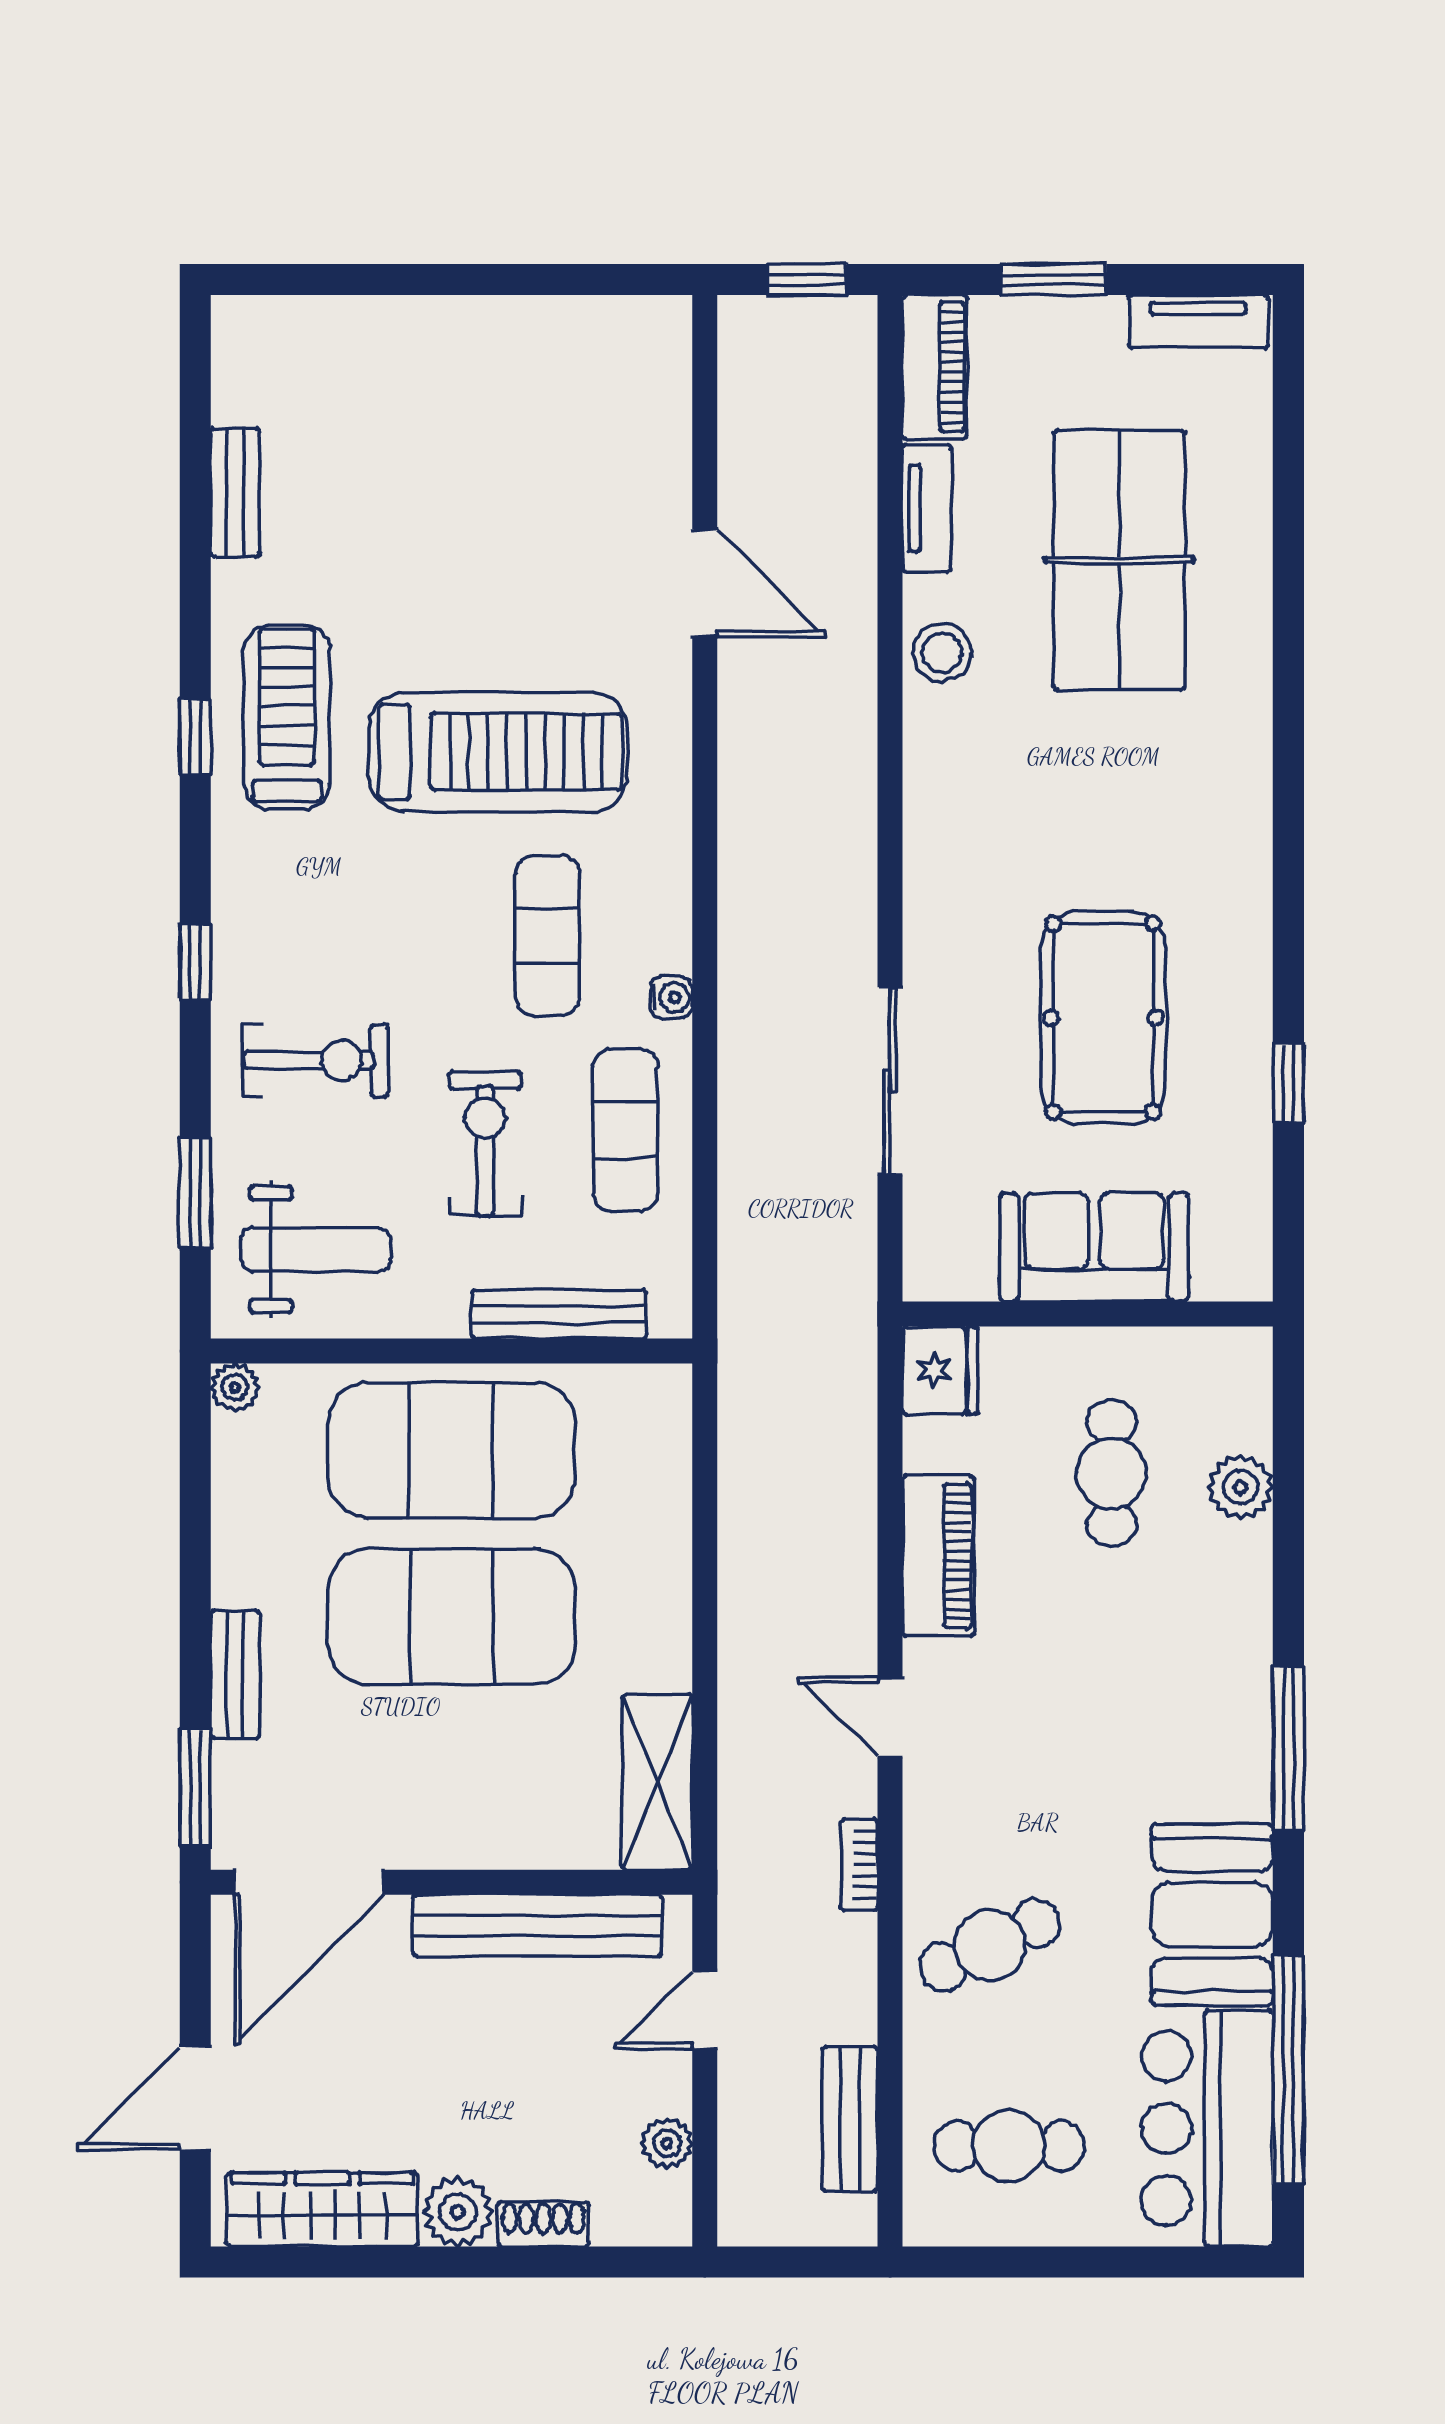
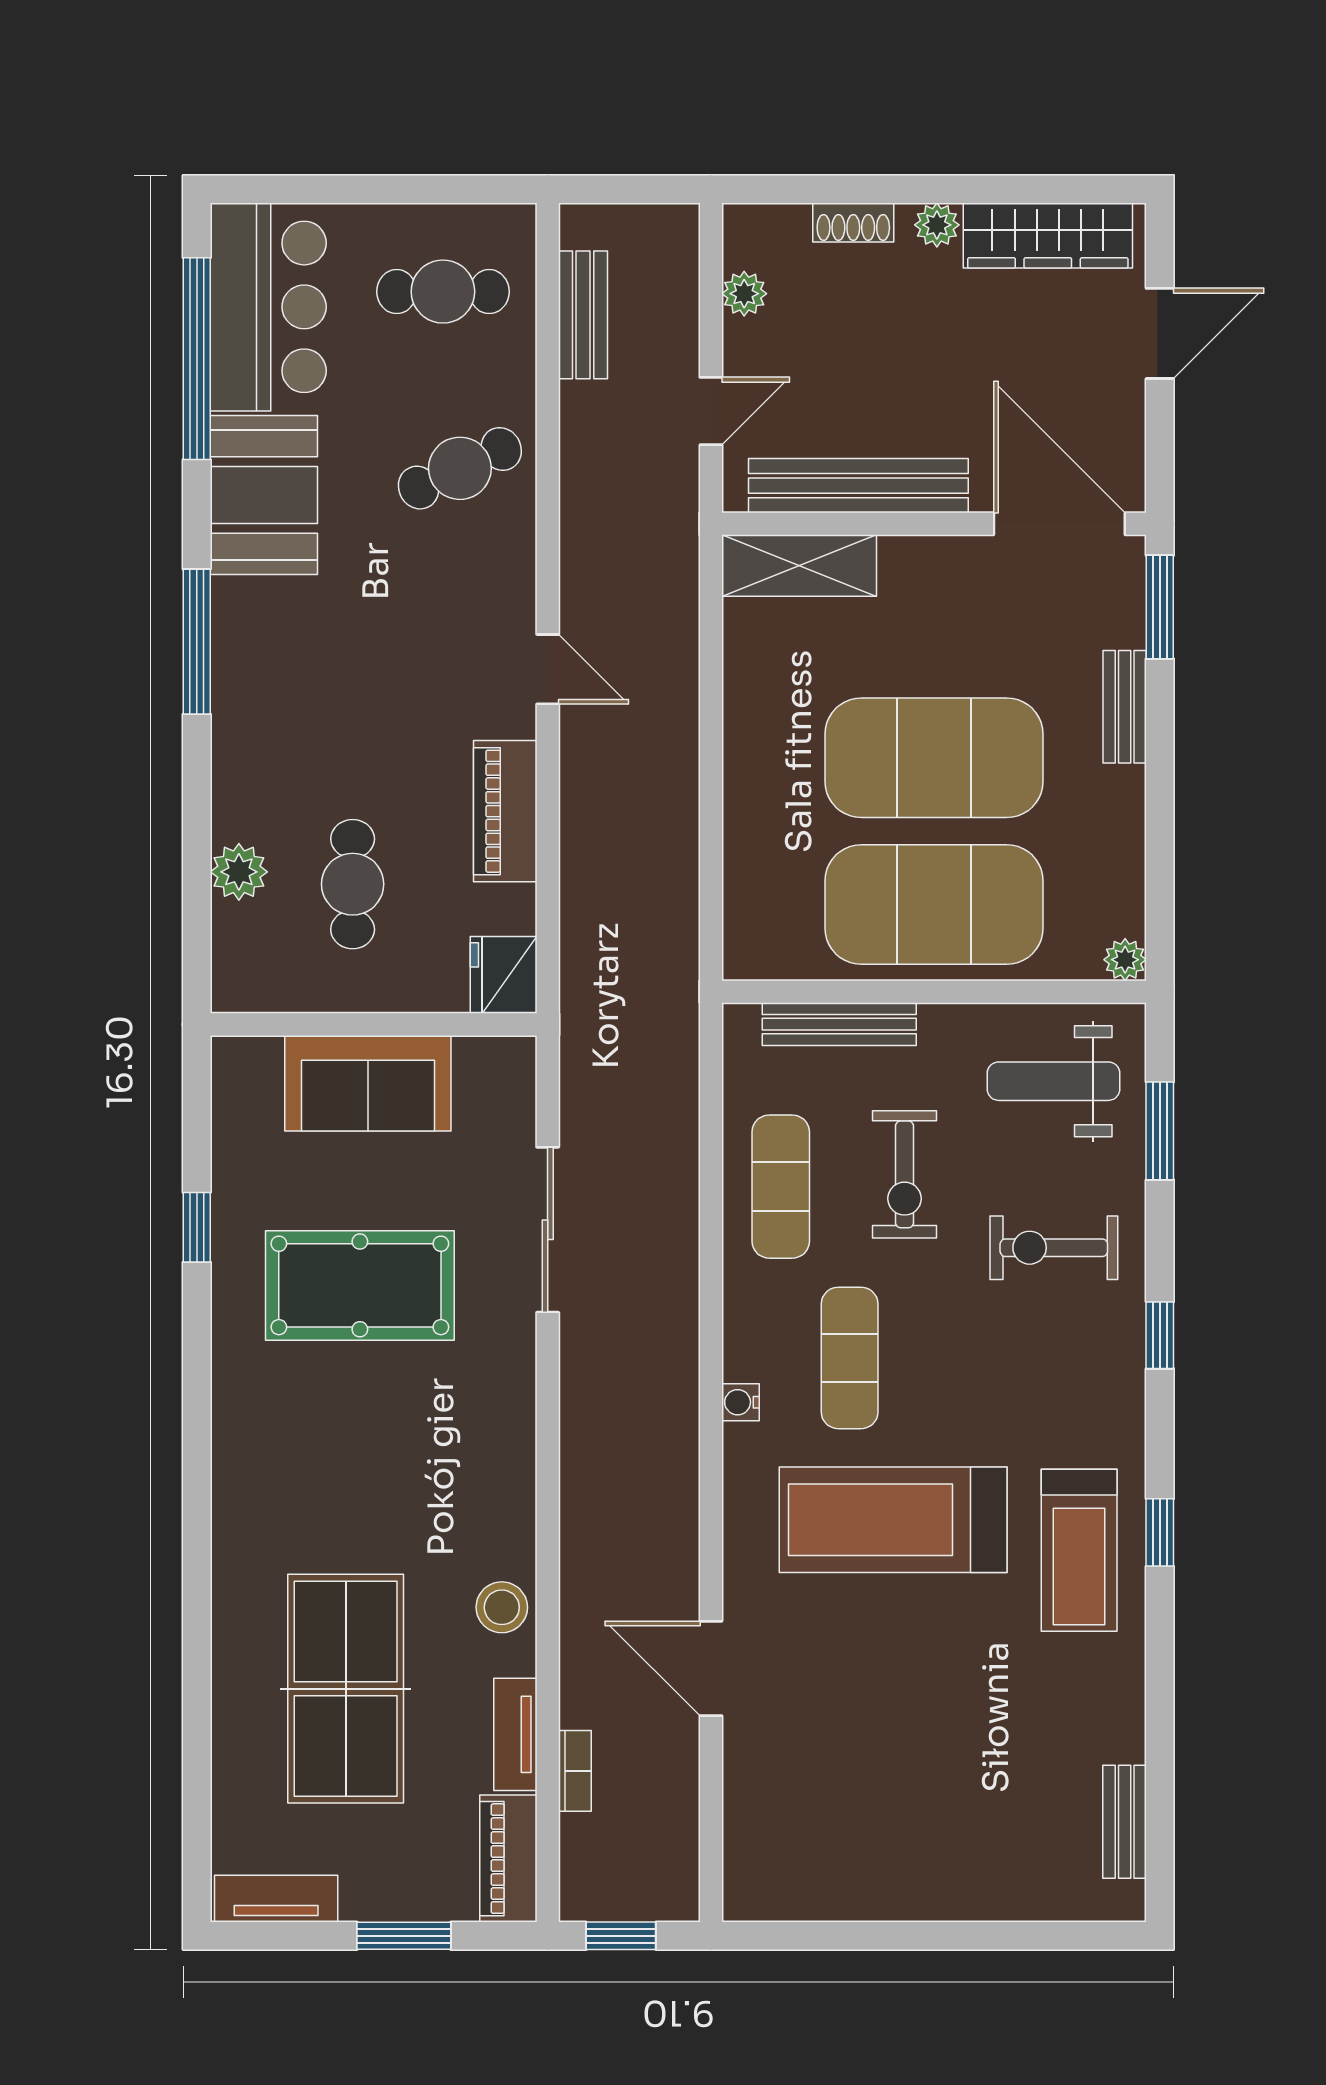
bench: (235, 492) -> (1125, 1822), moved
water cooler: (671, 997) -> (741, 1402), moved
pool table: (1103, 1018) -> (360, 1285), turned 90
shelving: (657, 1782) -> (799, 566), moved, turned 90
bookcase: (859, 1865) -> (575, 1771), moved
door: (309, 1882) -> (1059, 524), hinge flipped
plant: (458, 2212) -> (937, 225), width x0.73, depth x0.73

